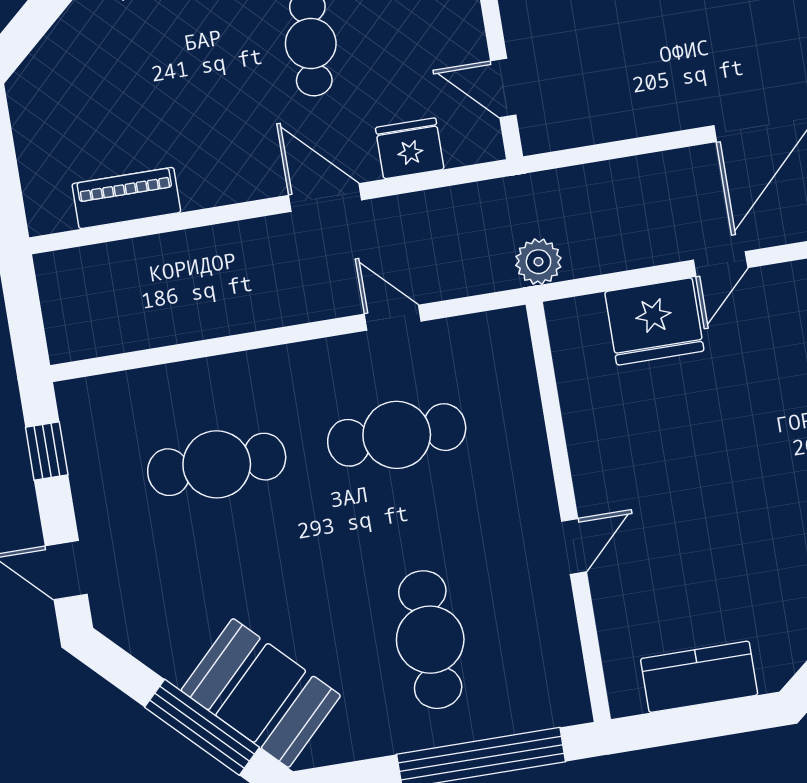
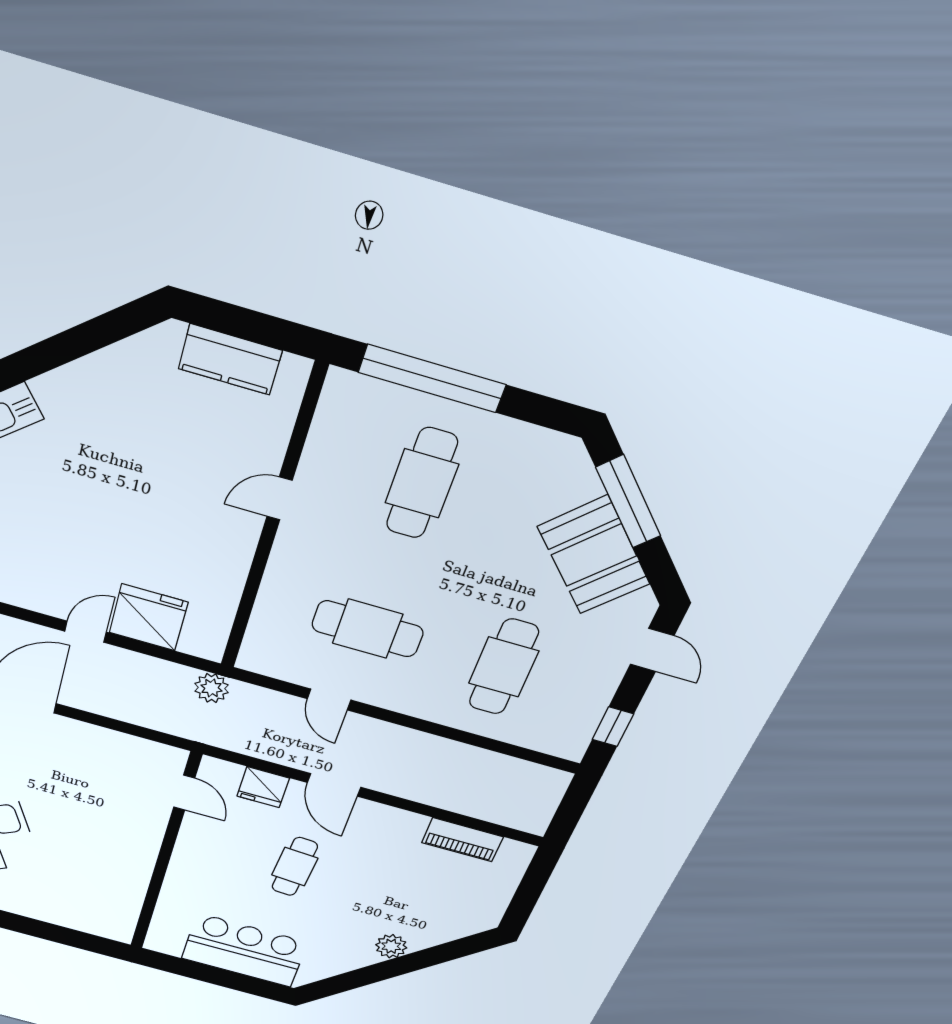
cafe table: (217, 464) -> (504, 667), turned 90
booth: (261, 693) -> (594, 555), moved

